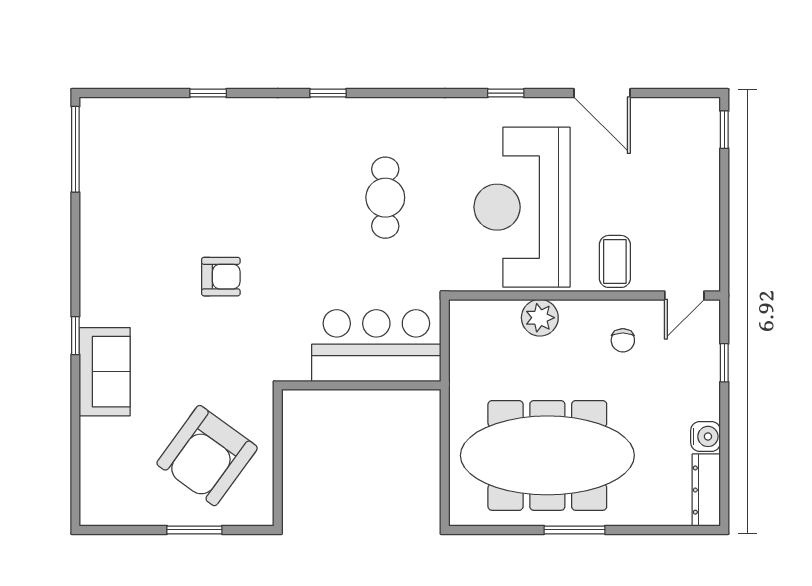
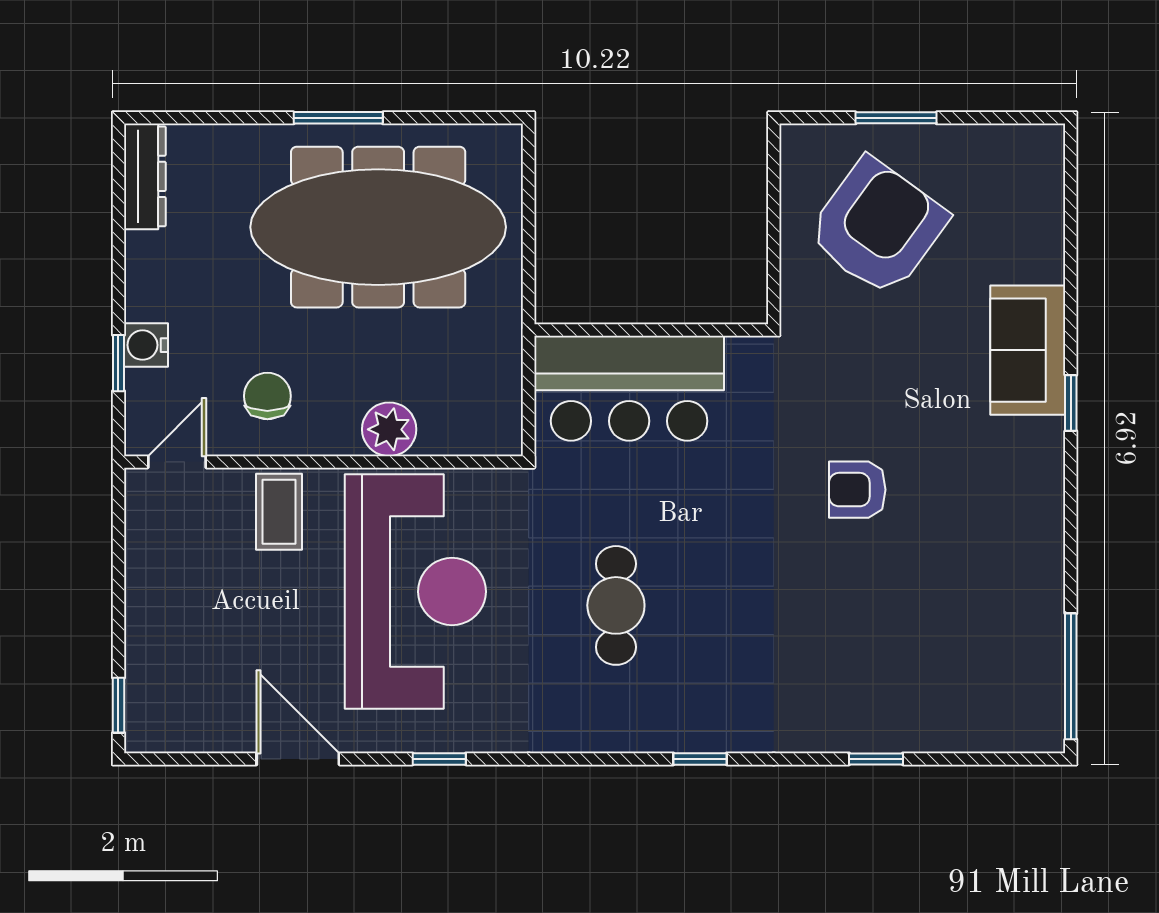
chair: (623, 340) -> (267, 396), width x1.37, depth x1.37
water cooler: (706, 436) -> (146, 345), moved

